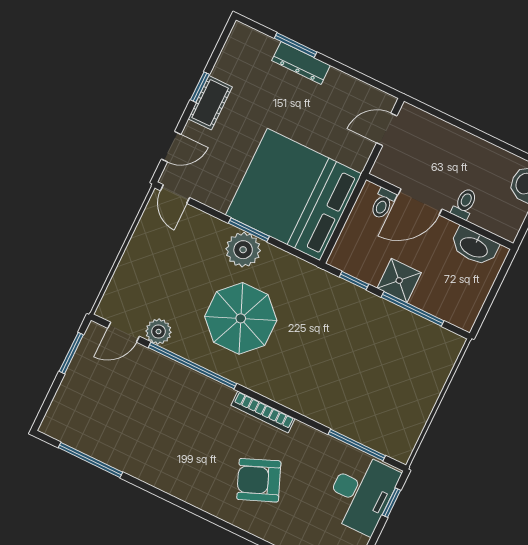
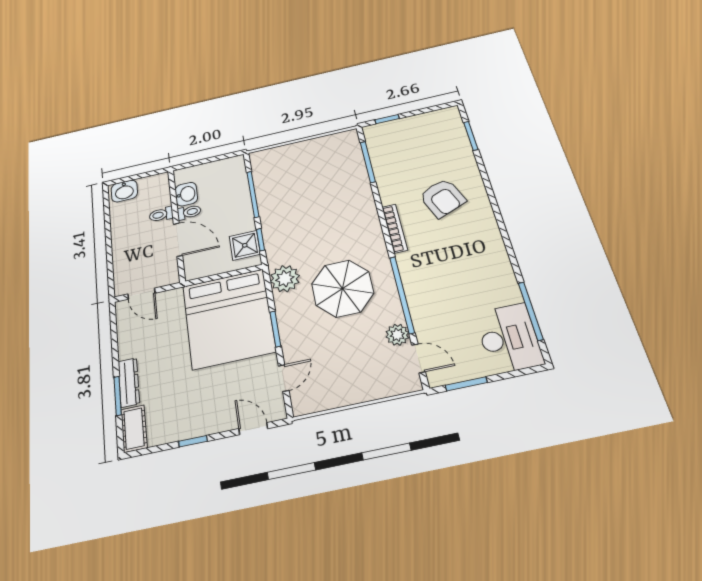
cot: (210, 103) -> (134, 429), moved, turned 90
door: (175, 194) -> (284, 378), moved
toilet: (383, 203) -> (189, 212), moved
washbasin: (474, 247) -> (186, 194), width x0.72
plant: (243, 250) -> (285, 279), moved
shower: (399, 281) -> (245, 245), moved
desk: (361, 493) -> (509, 338), moved, turned 90

